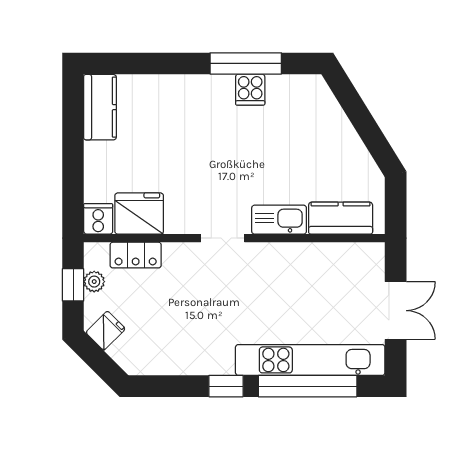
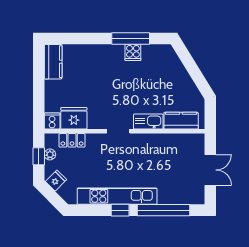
kitchen unit: (310, 360) -> (117, 196), moved

